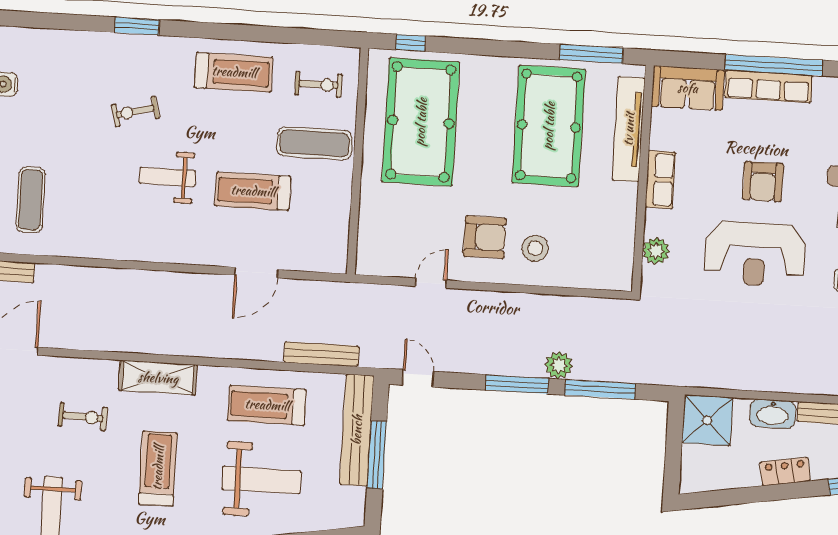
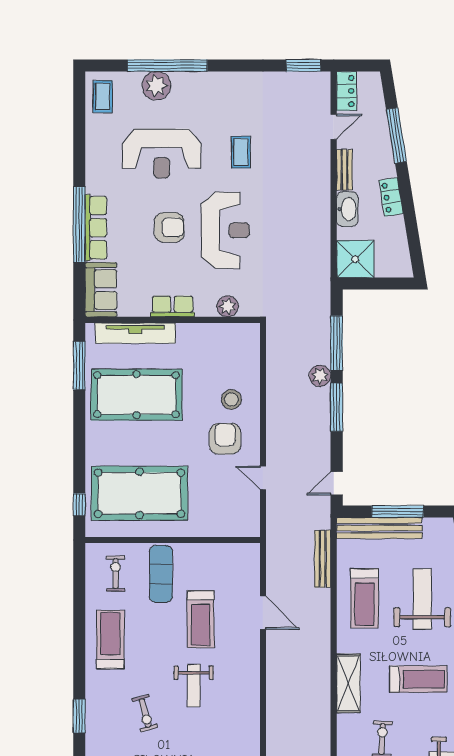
treadmill: (158, 468) -> (418, 679), turned 180

